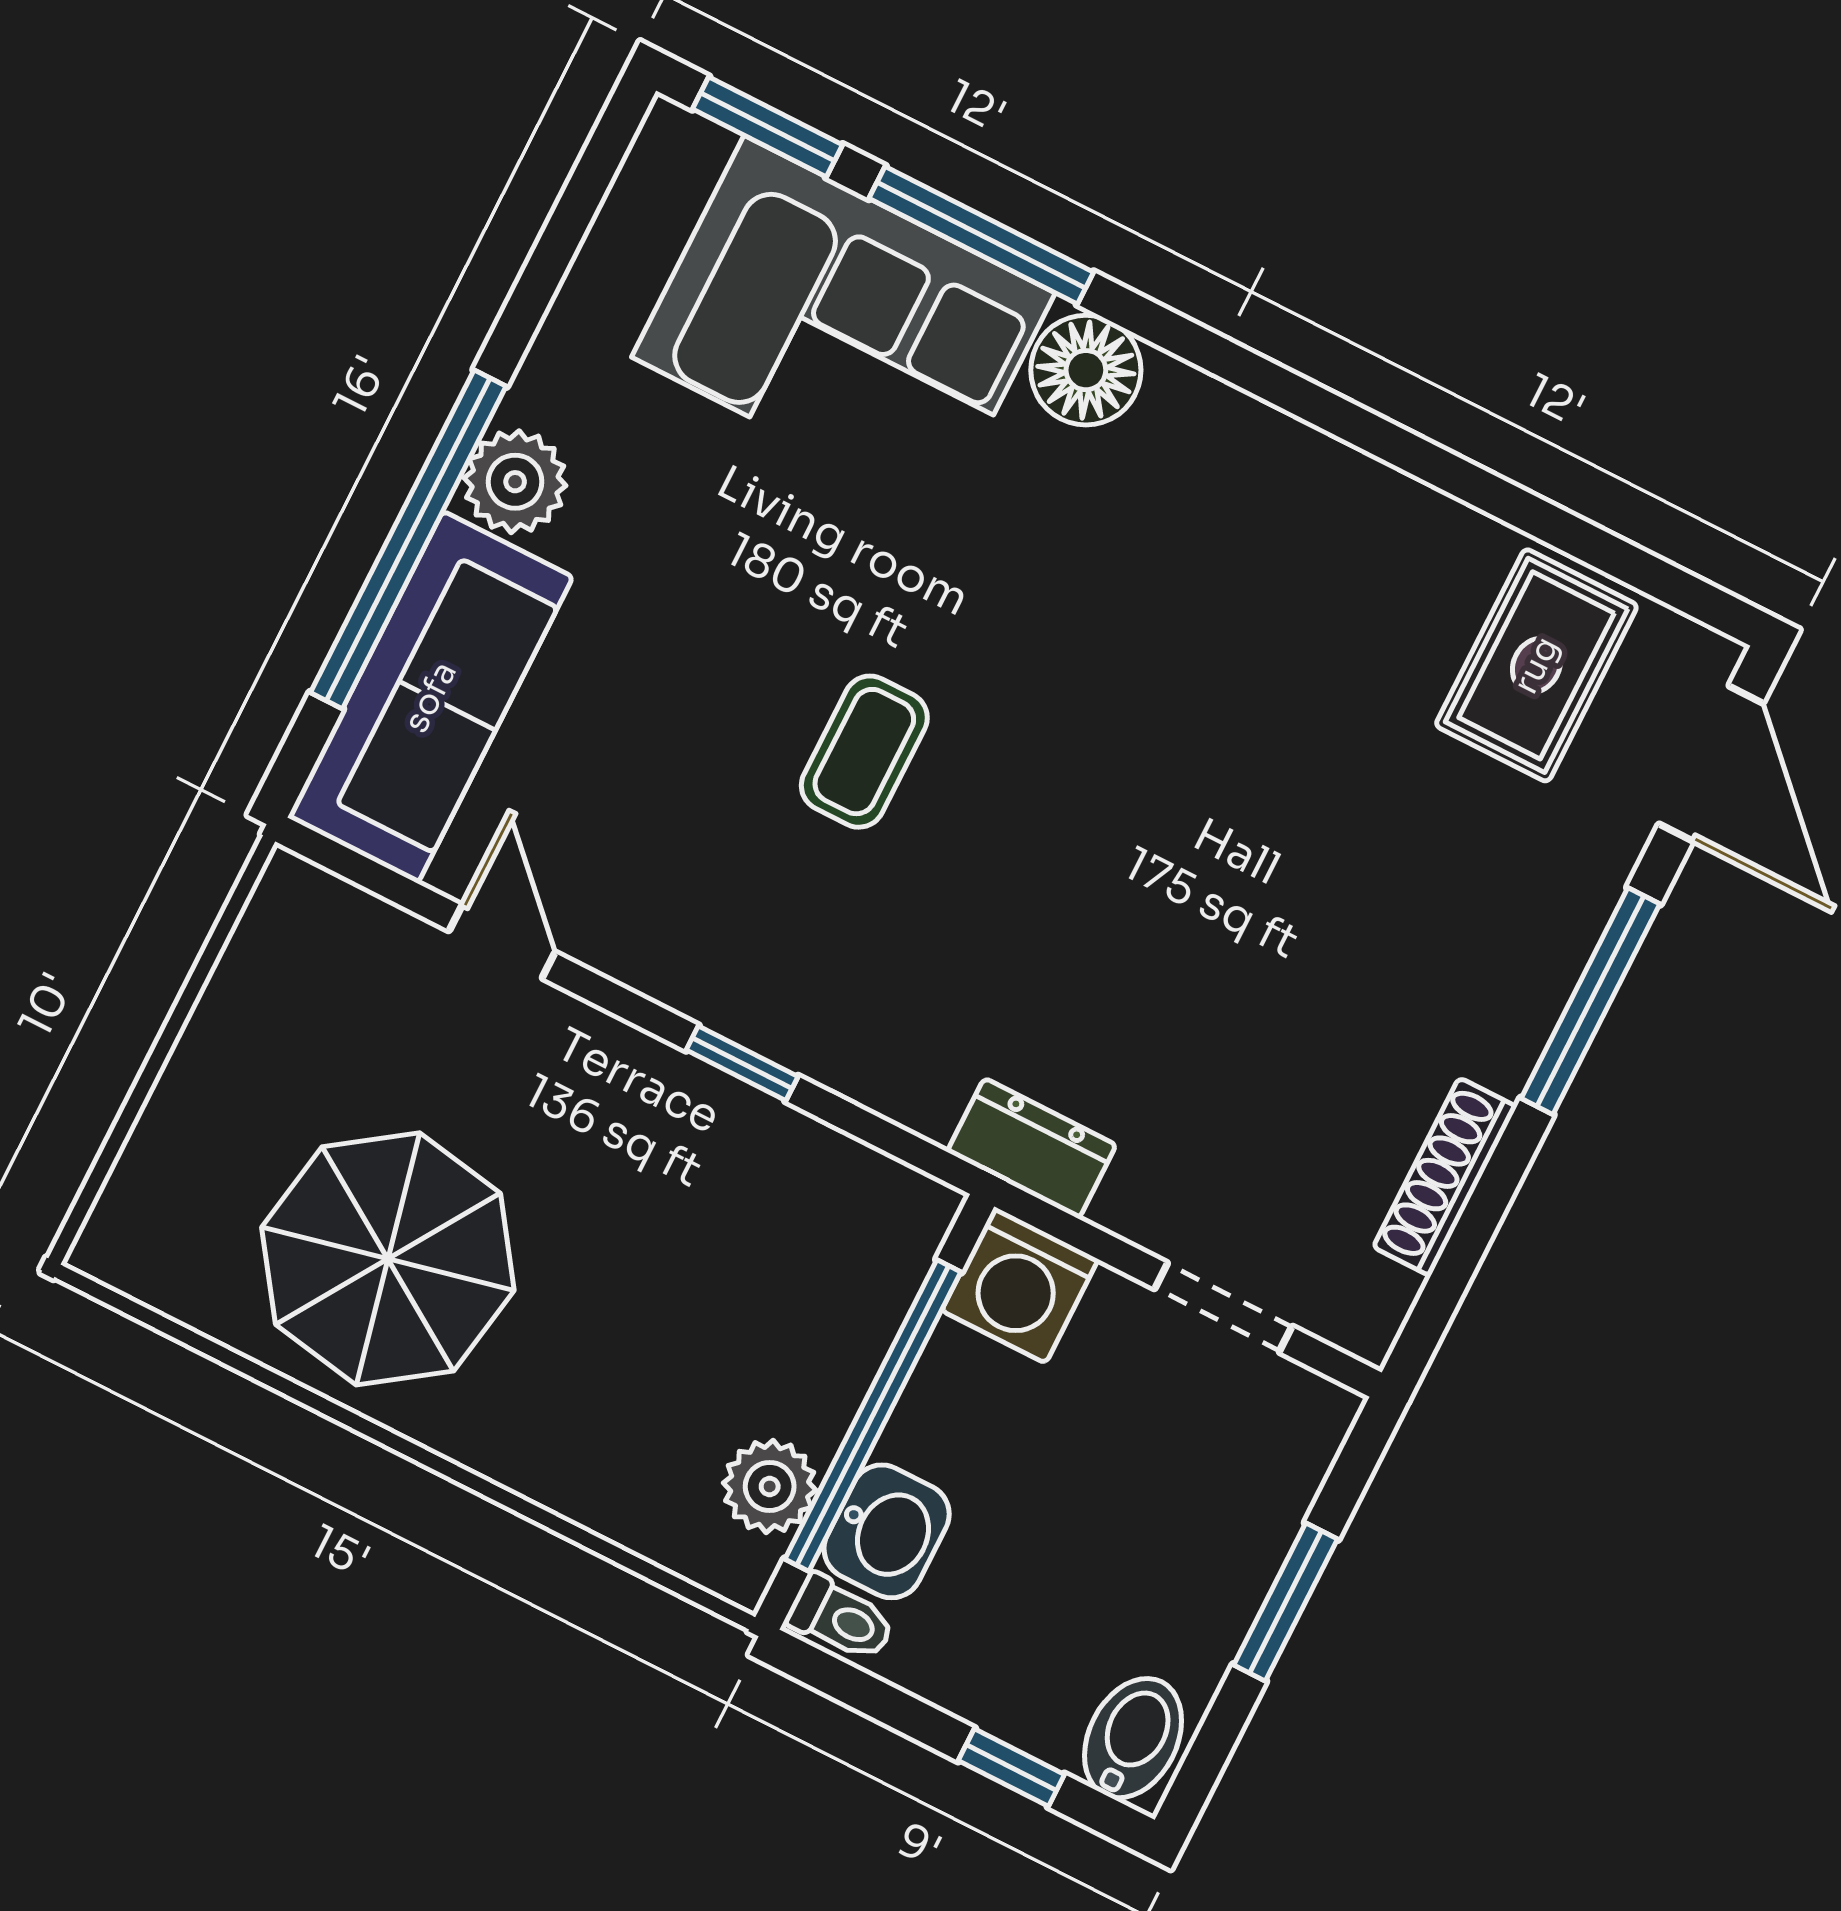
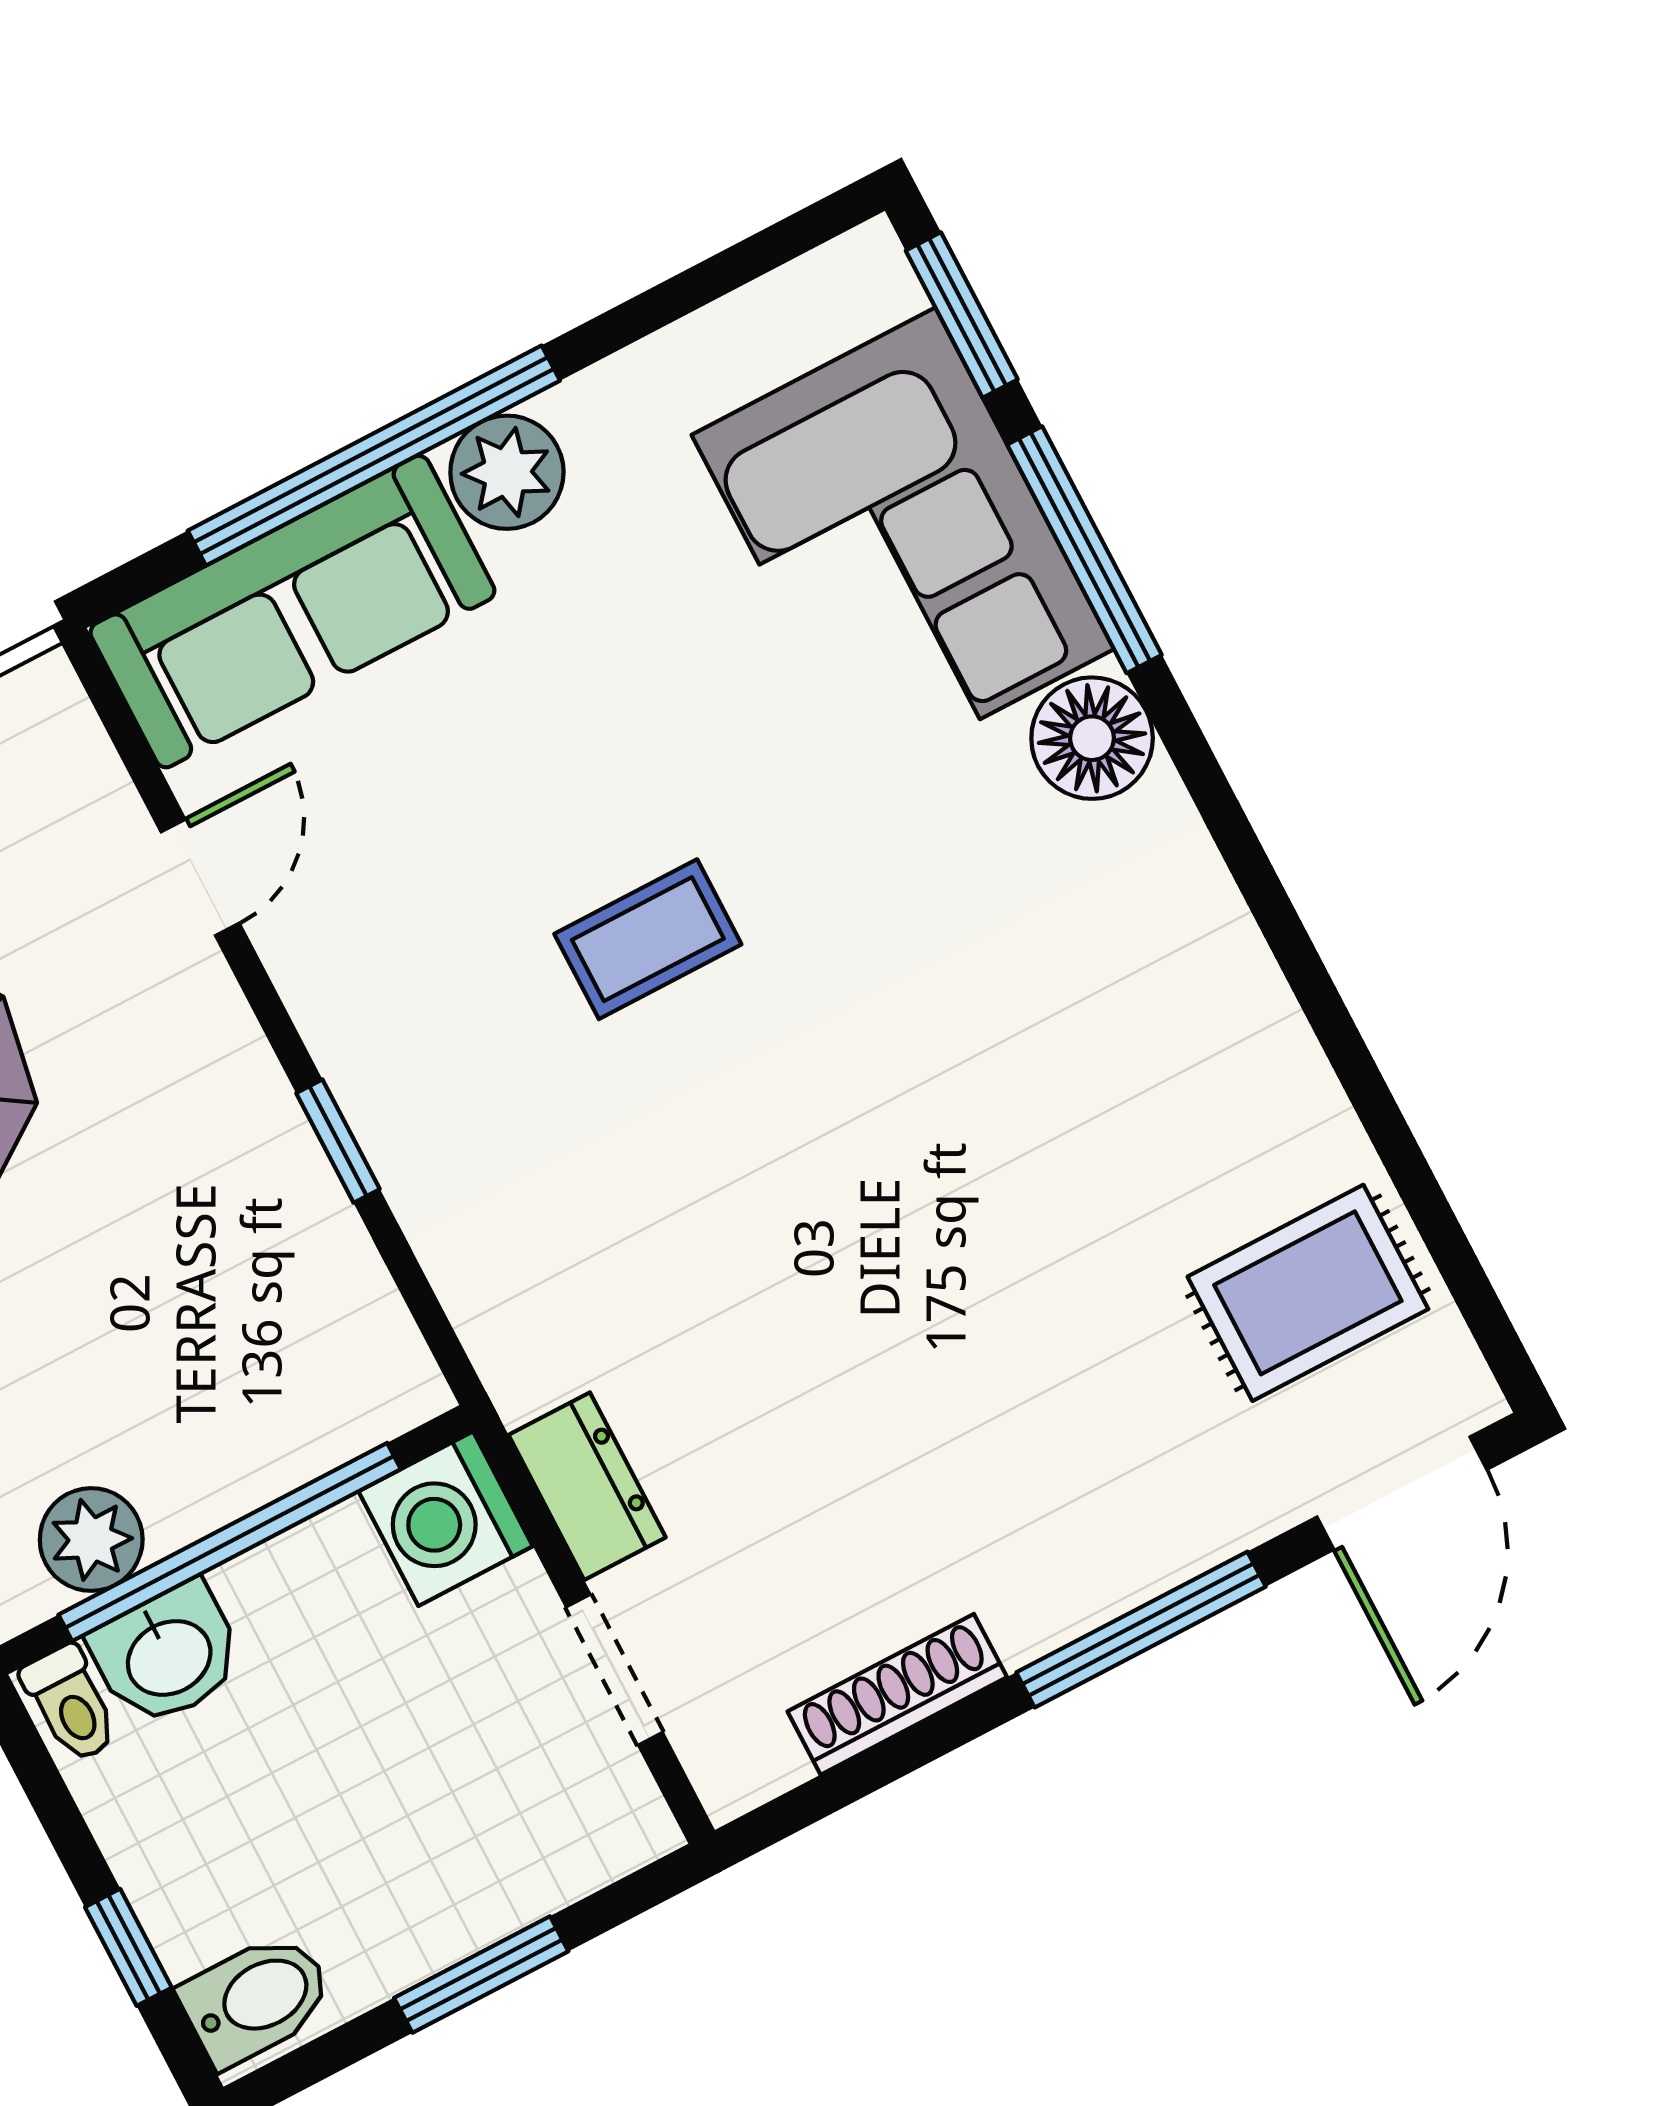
dresser: (1032, 1148) -> (587, 1486), moved

